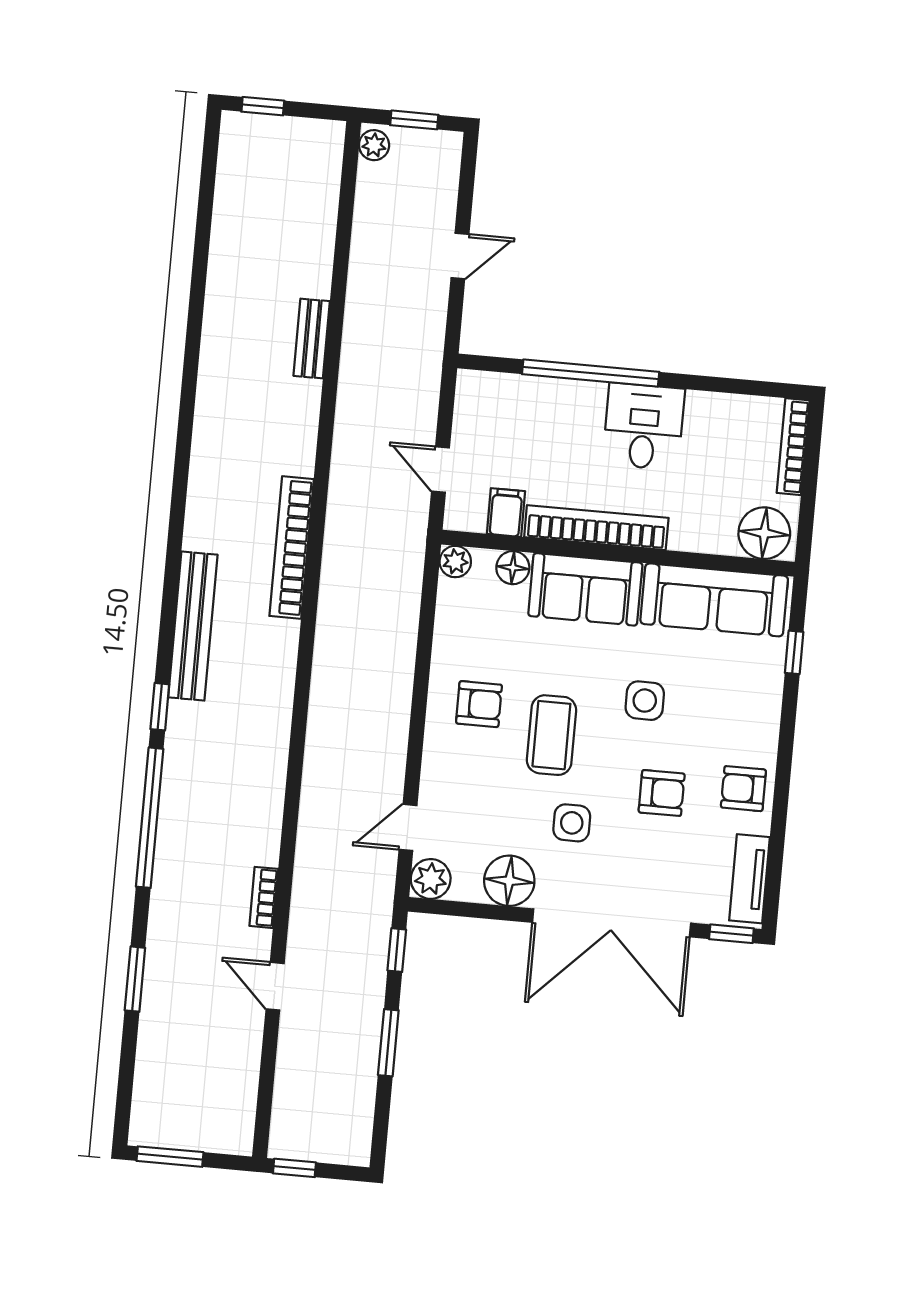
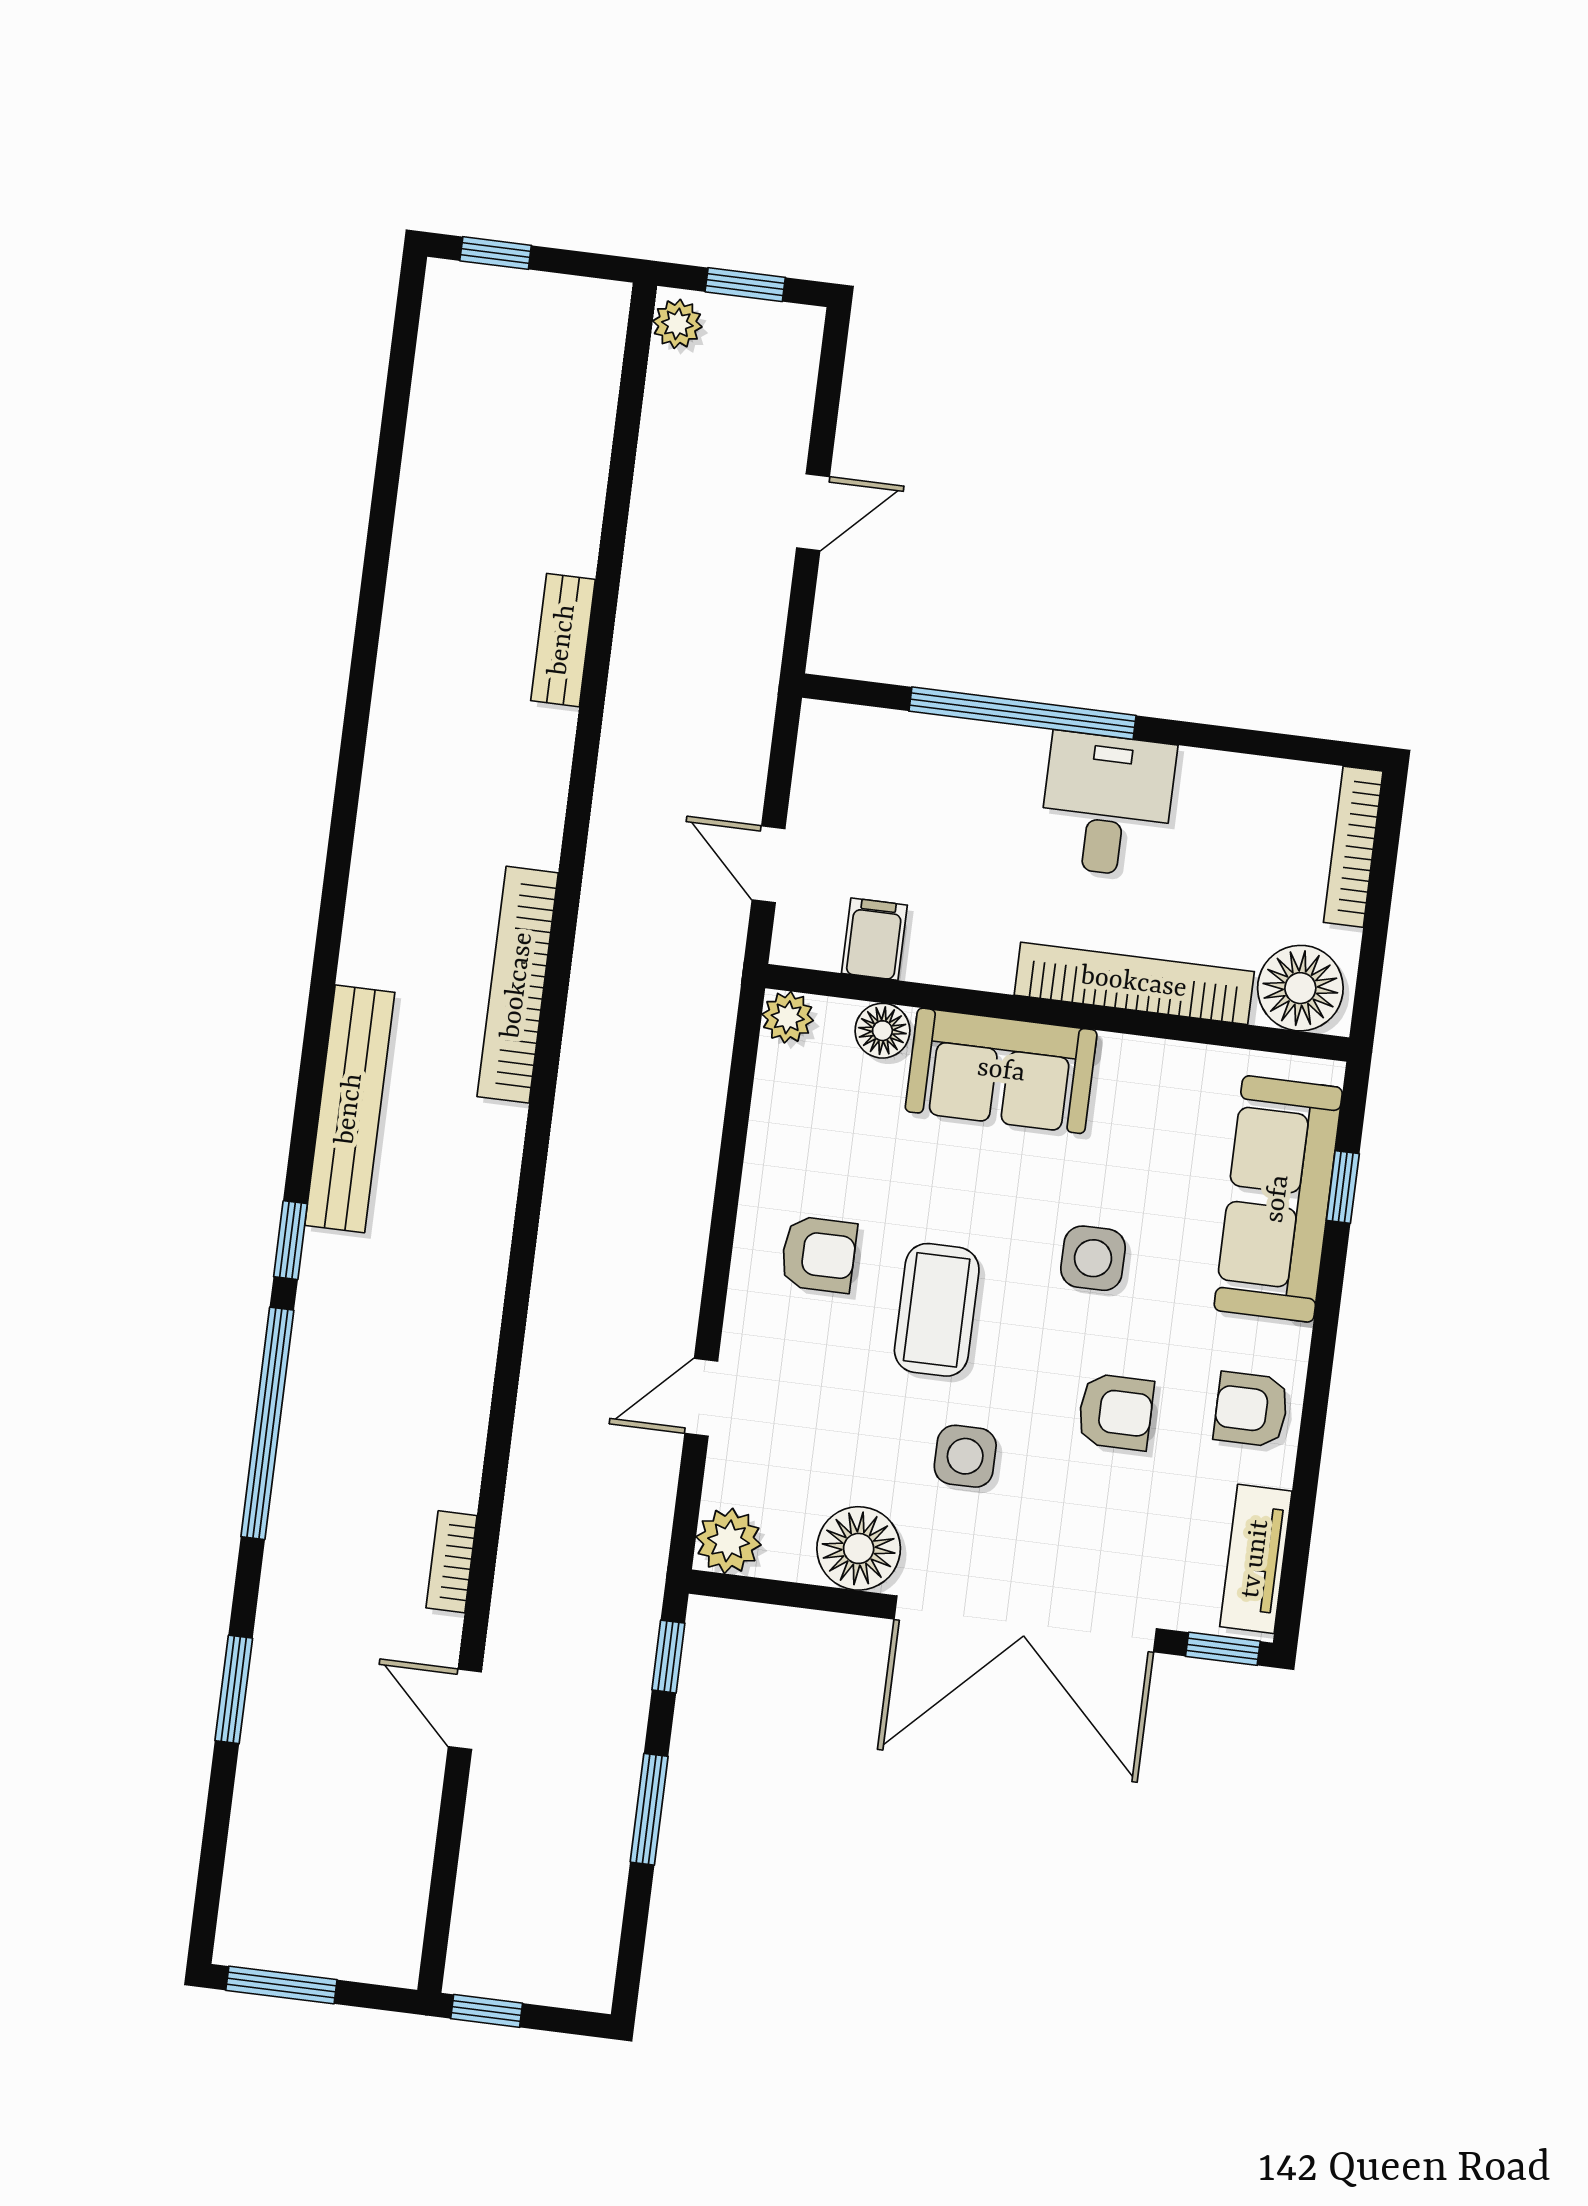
bookcase: (596, 528) -> (1134, 983), moved
sofa: (714, 600) -> (1278, 1199), moved, turned 90
door: (408, 827) -> (701, 1397), moved

